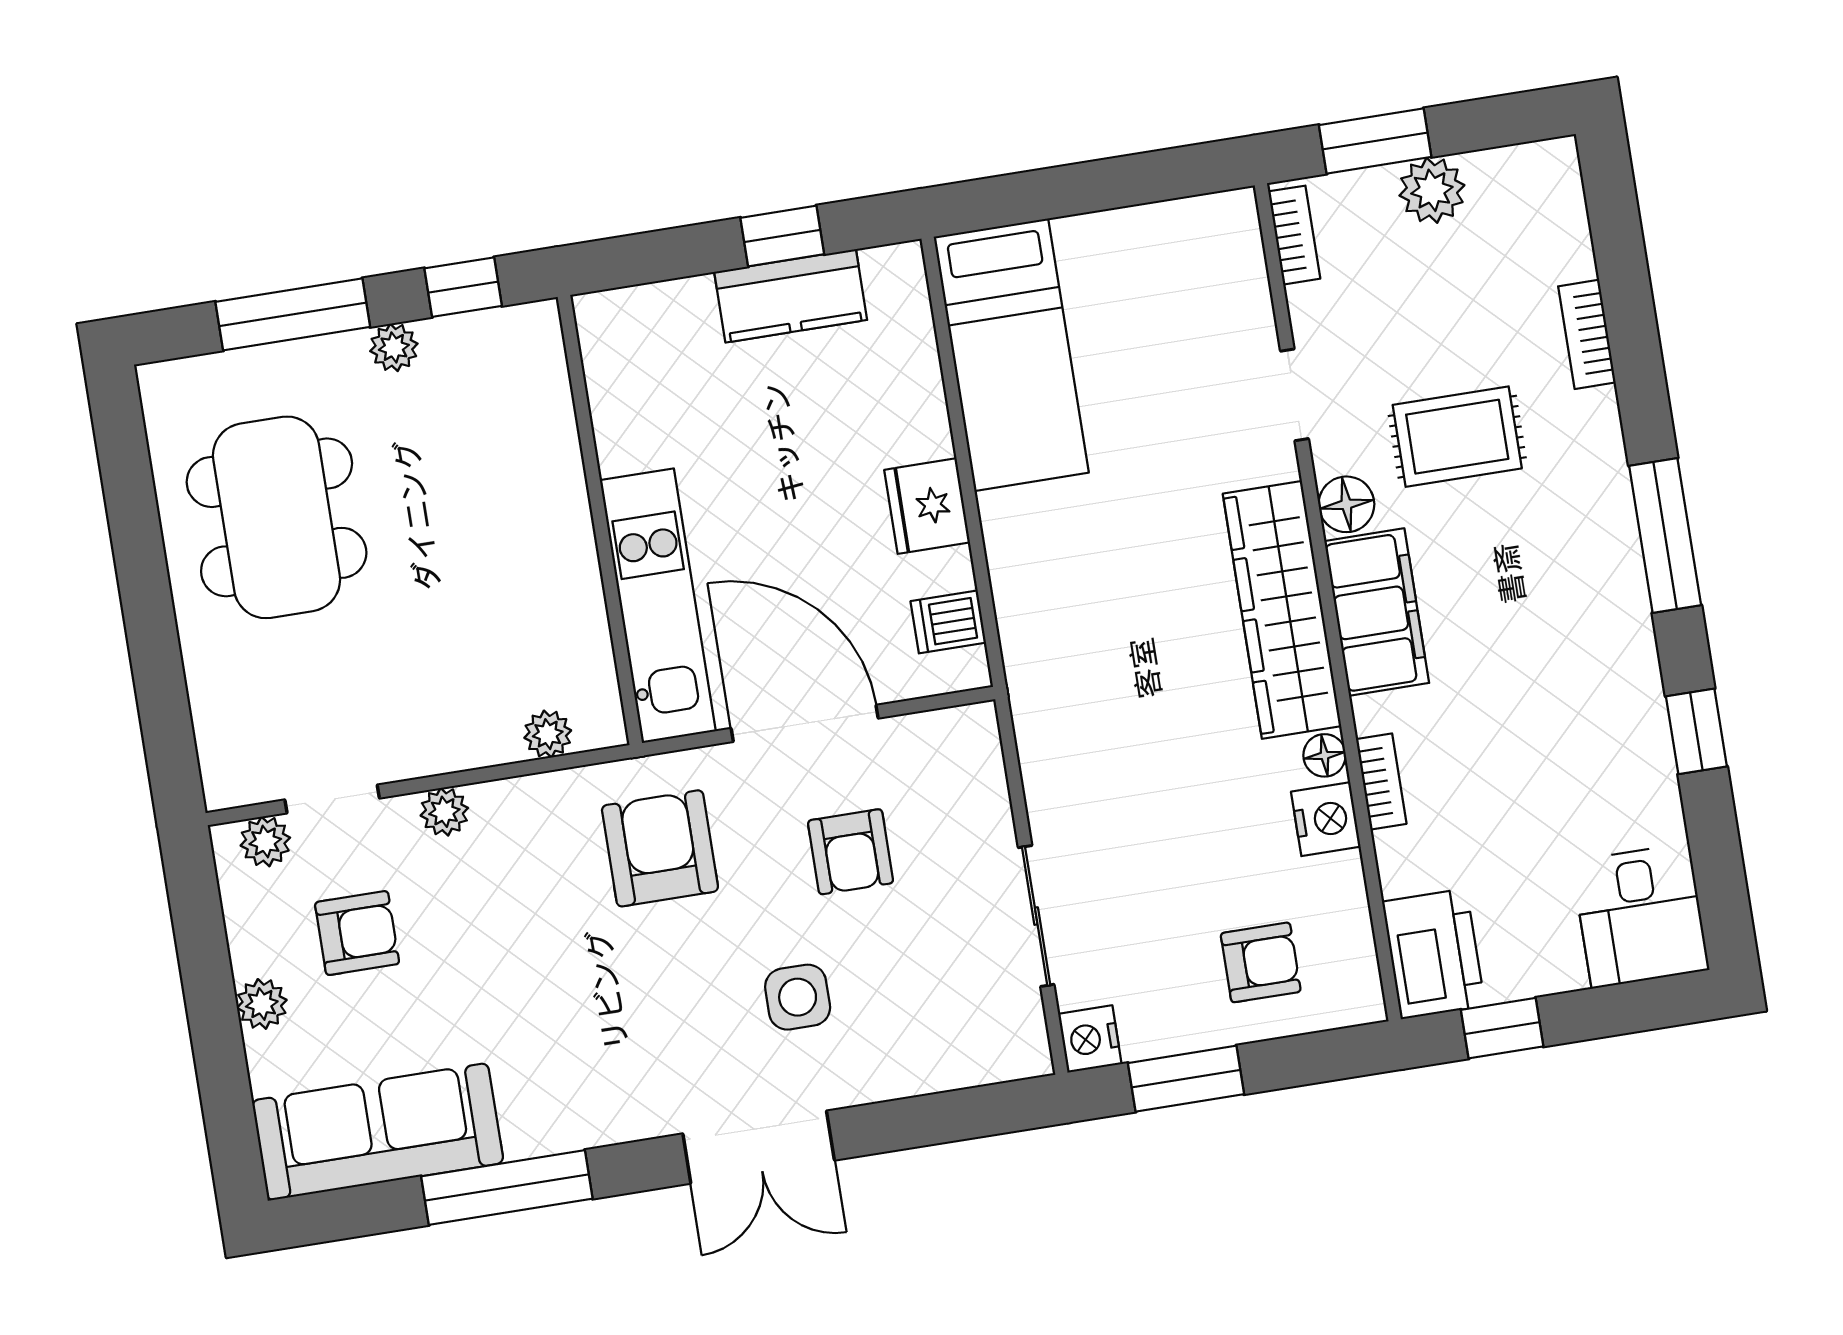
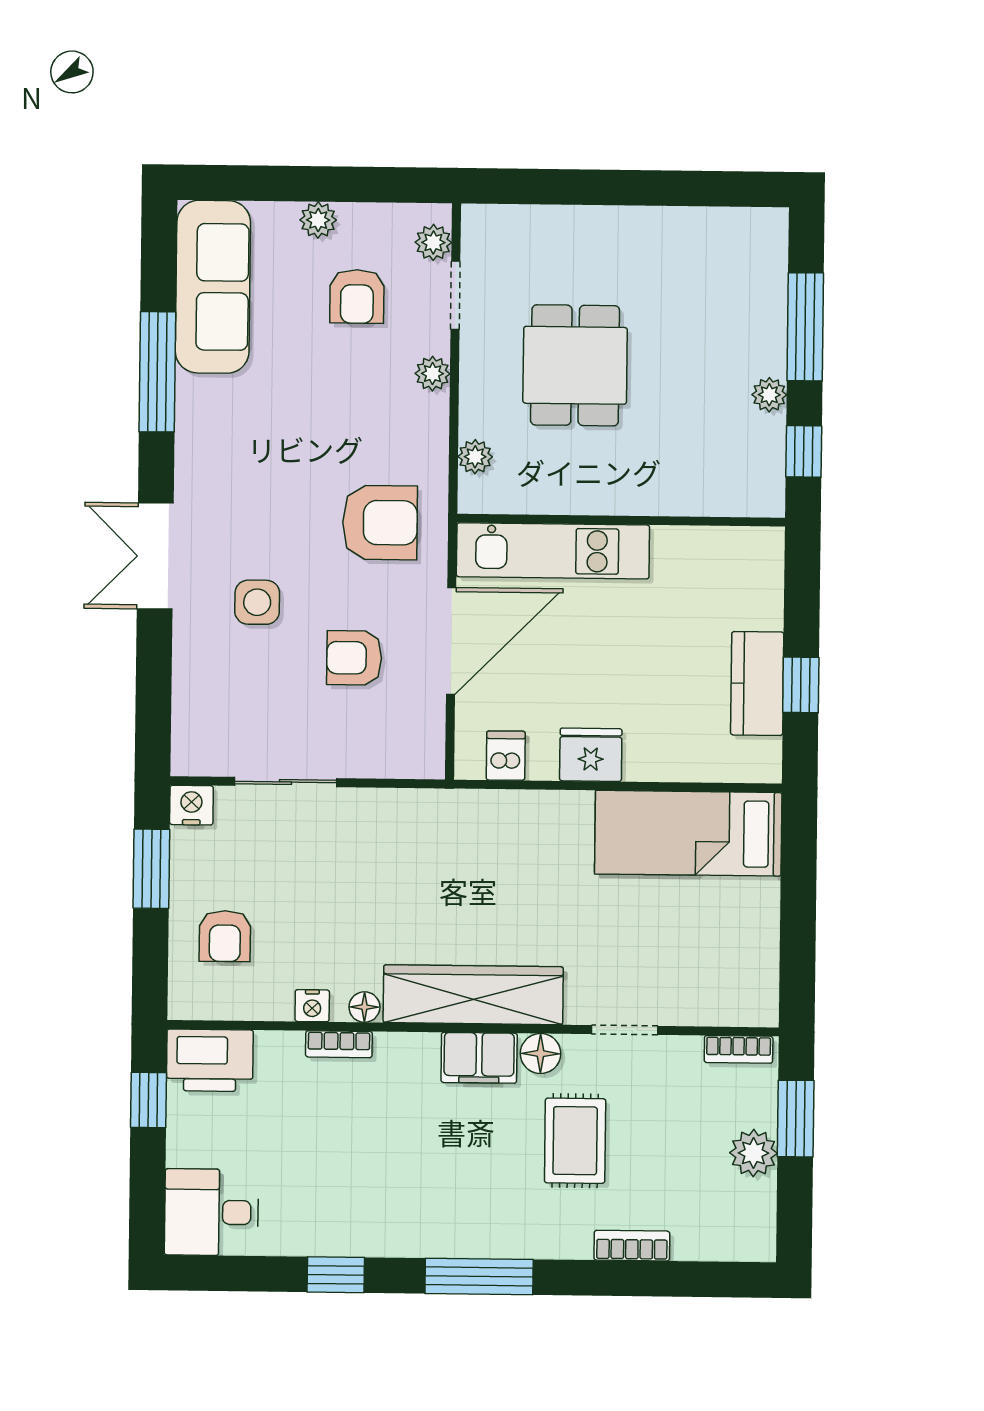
dining table: (277, 517) -> (575, 365), moved, width x0.73
filing cabinet: (1377, 612) -> (479, 1058), width x0.67, depth x0.86
nightstand: (1326, 819) -> (312, 1006), width x0.72, depth x0.74

